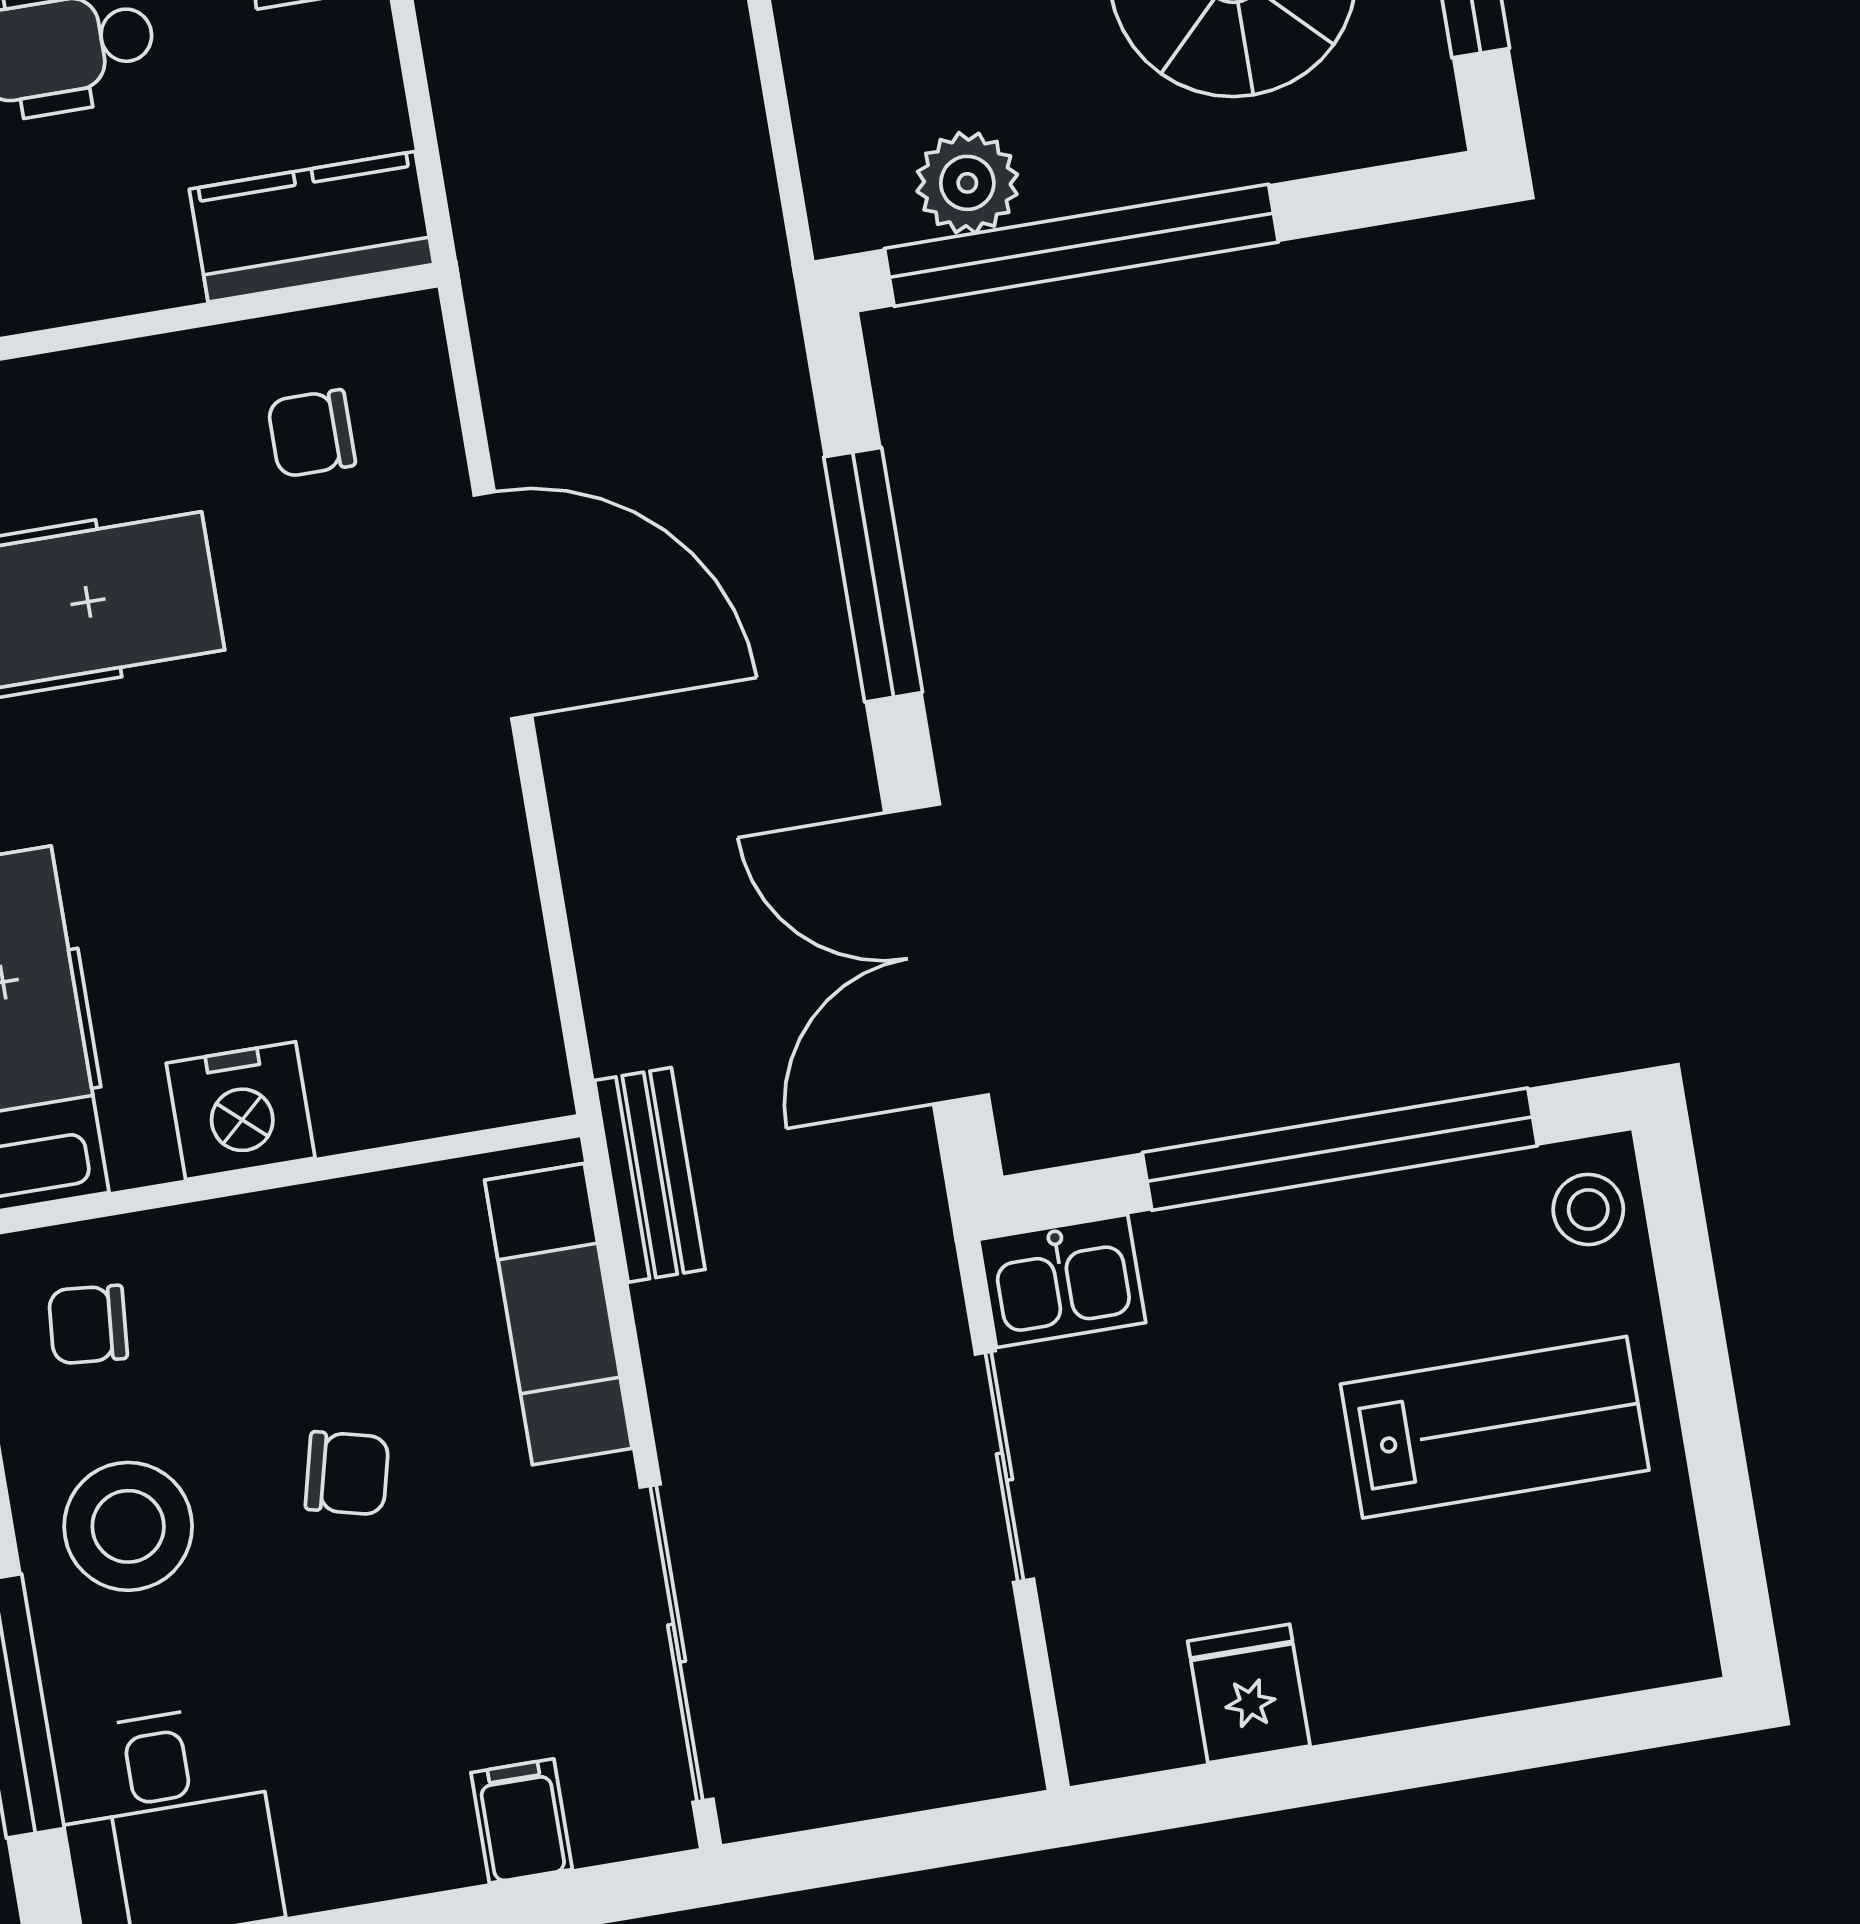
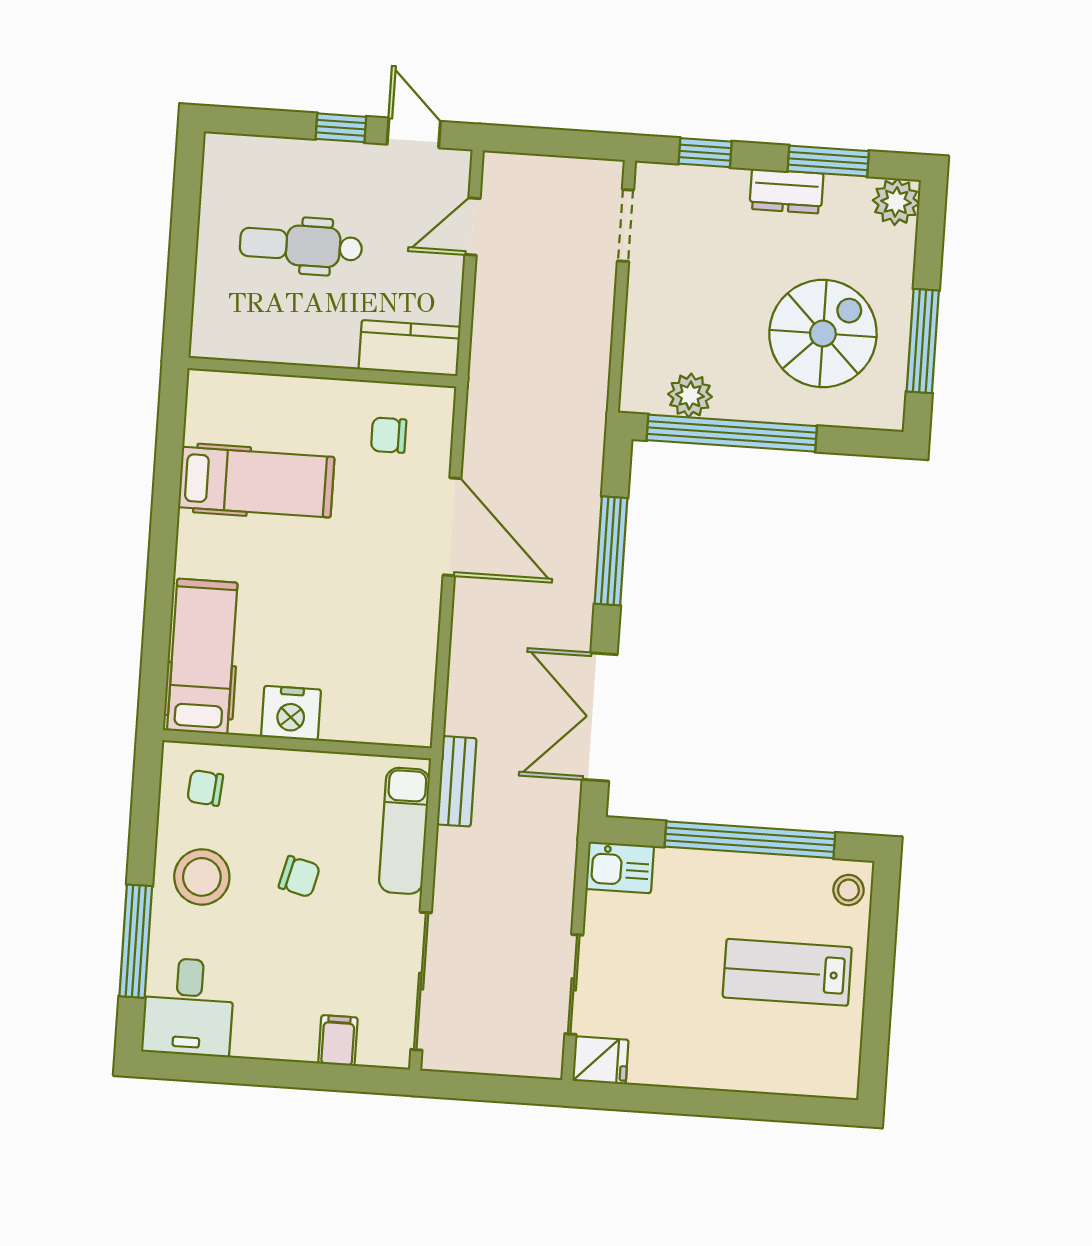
lab bench: (1495, 1427) -> (787, 972), turned 180
sliding door: (1004, 1467) -> (574, 984), moved
fridge: (1249, 1694) -> (601, 1060), moved, turned 90

